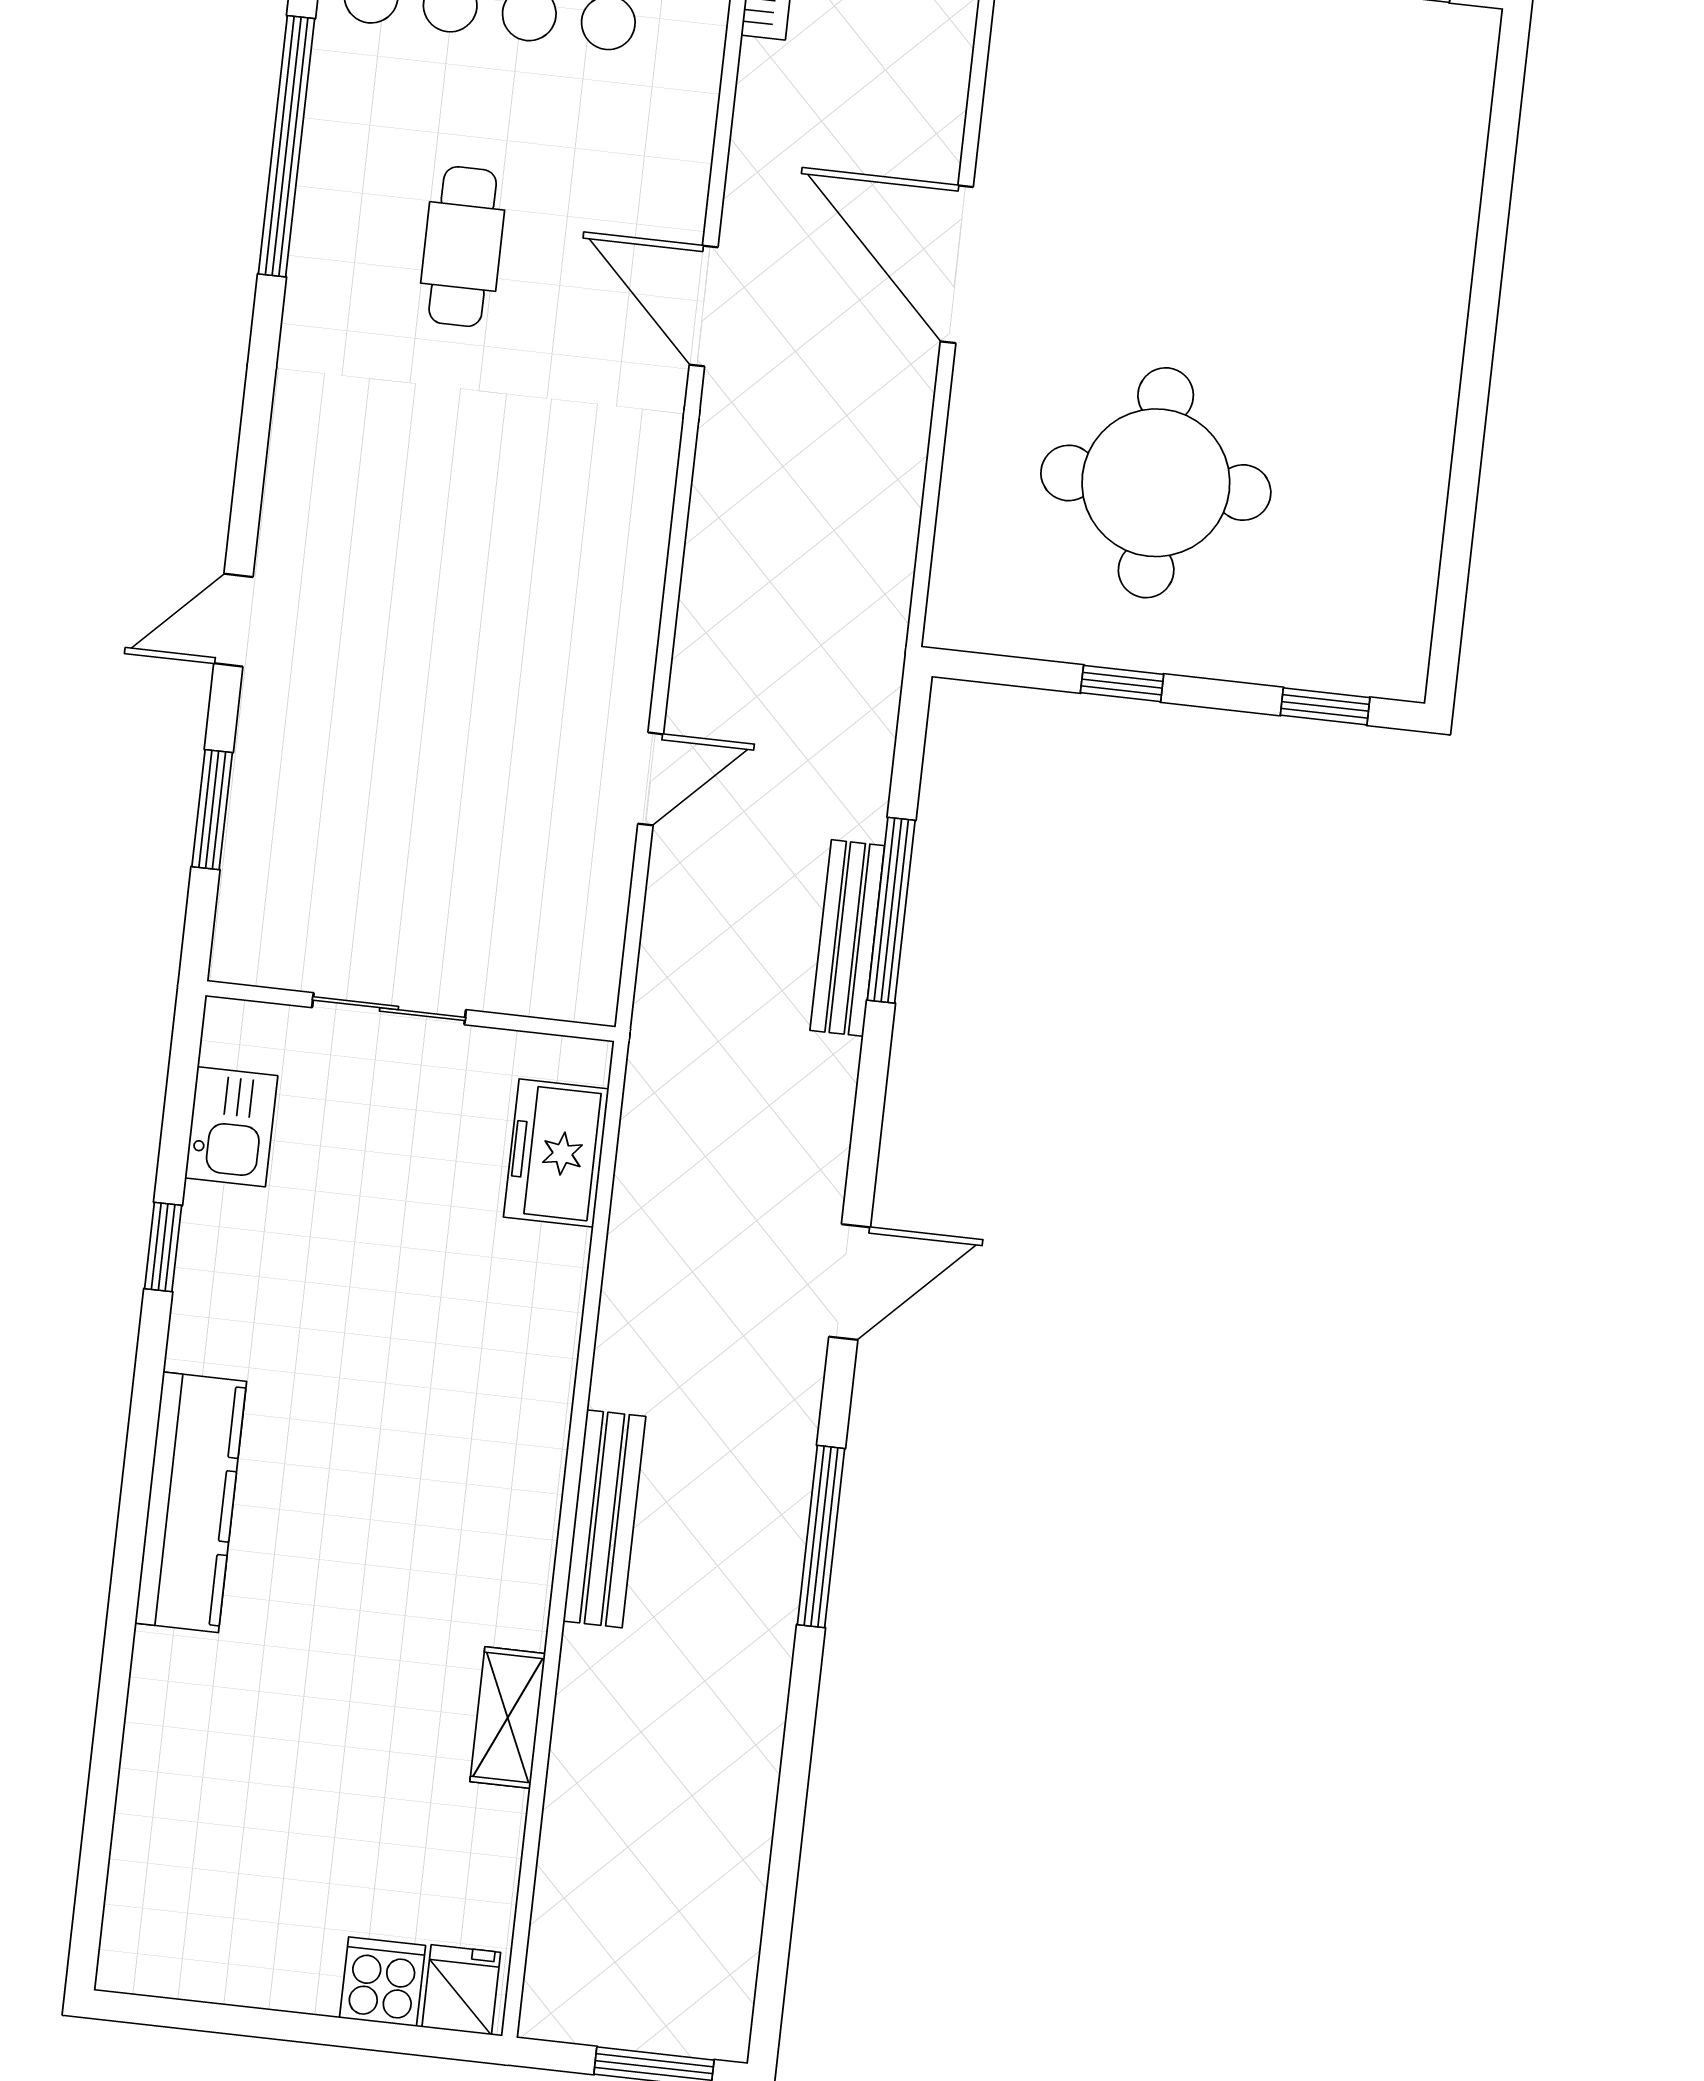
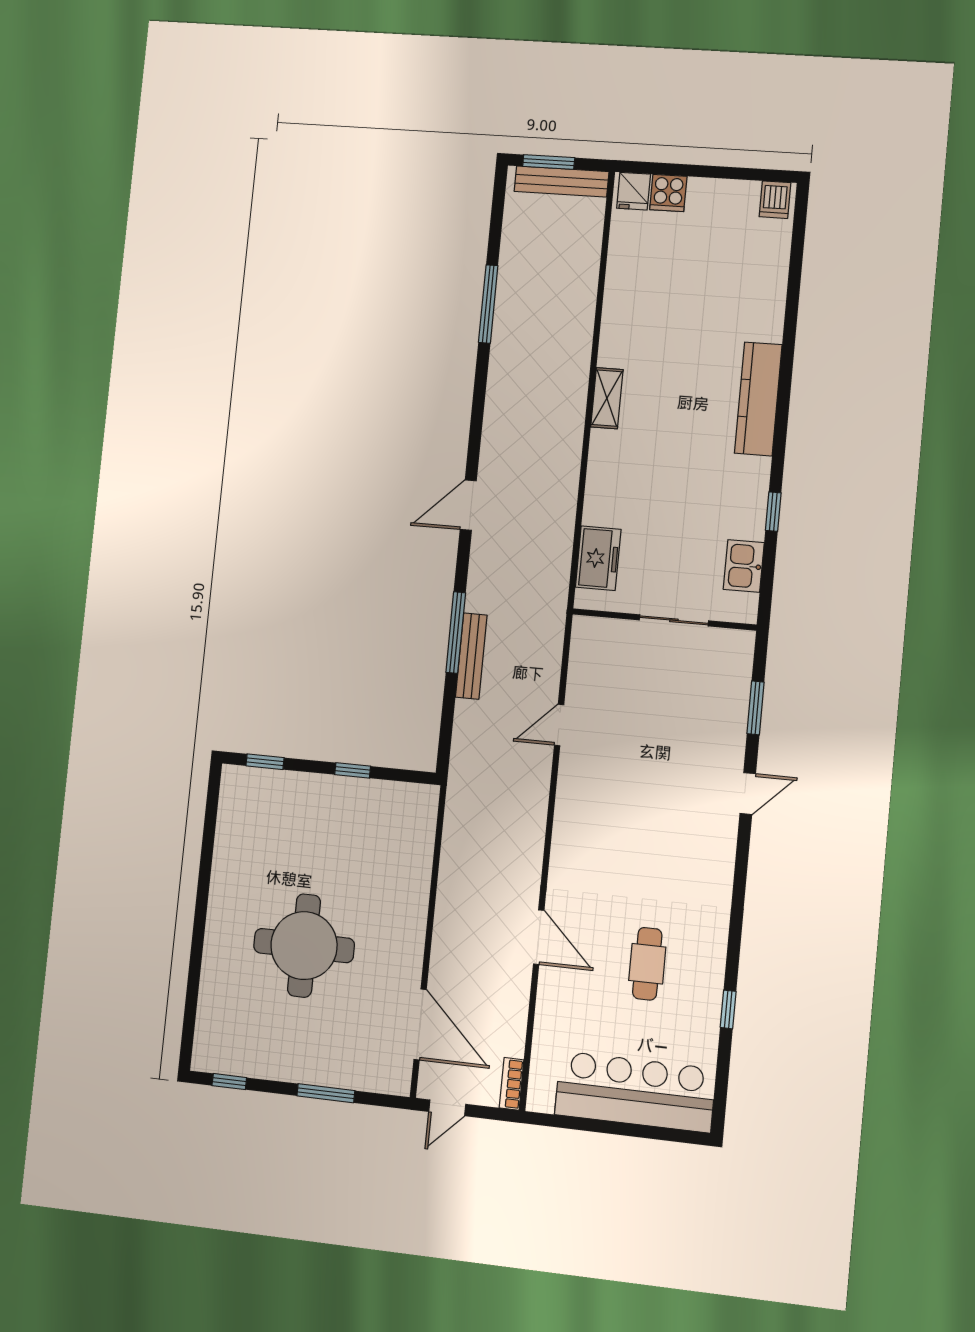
window: (287, 146) -> (728, 1009), width x0.32
door: (957, 264) -> (420, 1024), moved
round table: (1156, 483) -> (304, 946), moved
window: (891, 910) -> (456, 633), moved
bench: (604, 1519) -> (561, 182), moved, turned 90
window: (821, 1537) -> (488, 304), moved
shelving: (508, 1718) -> (607, 398), moved
dishwasher: (143, 1955) -> (775, 200), added

